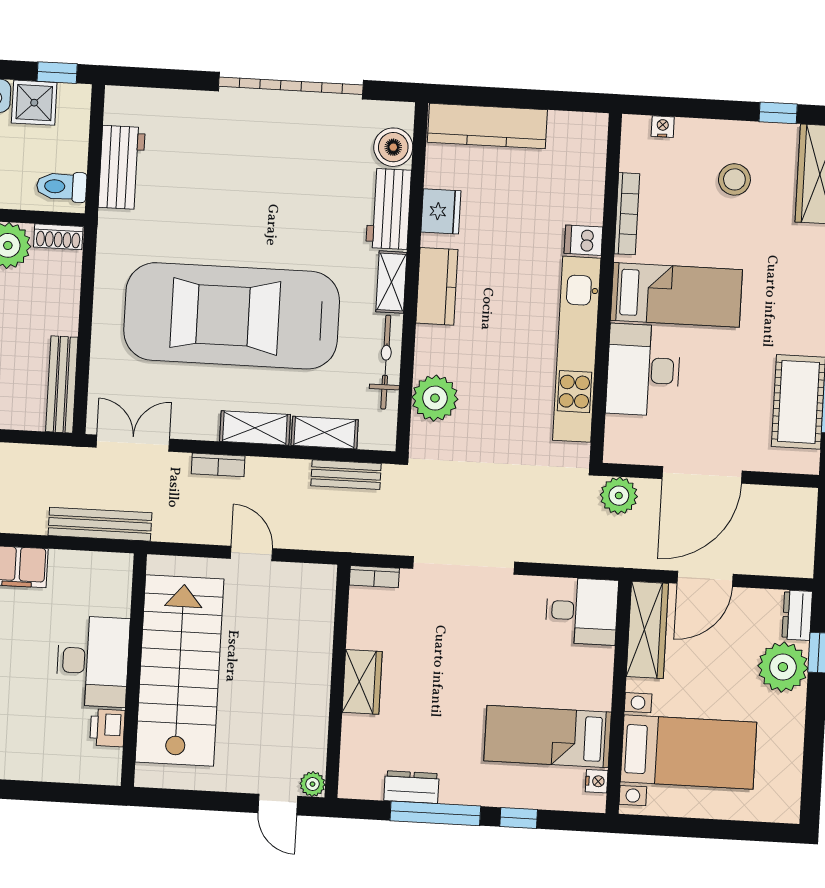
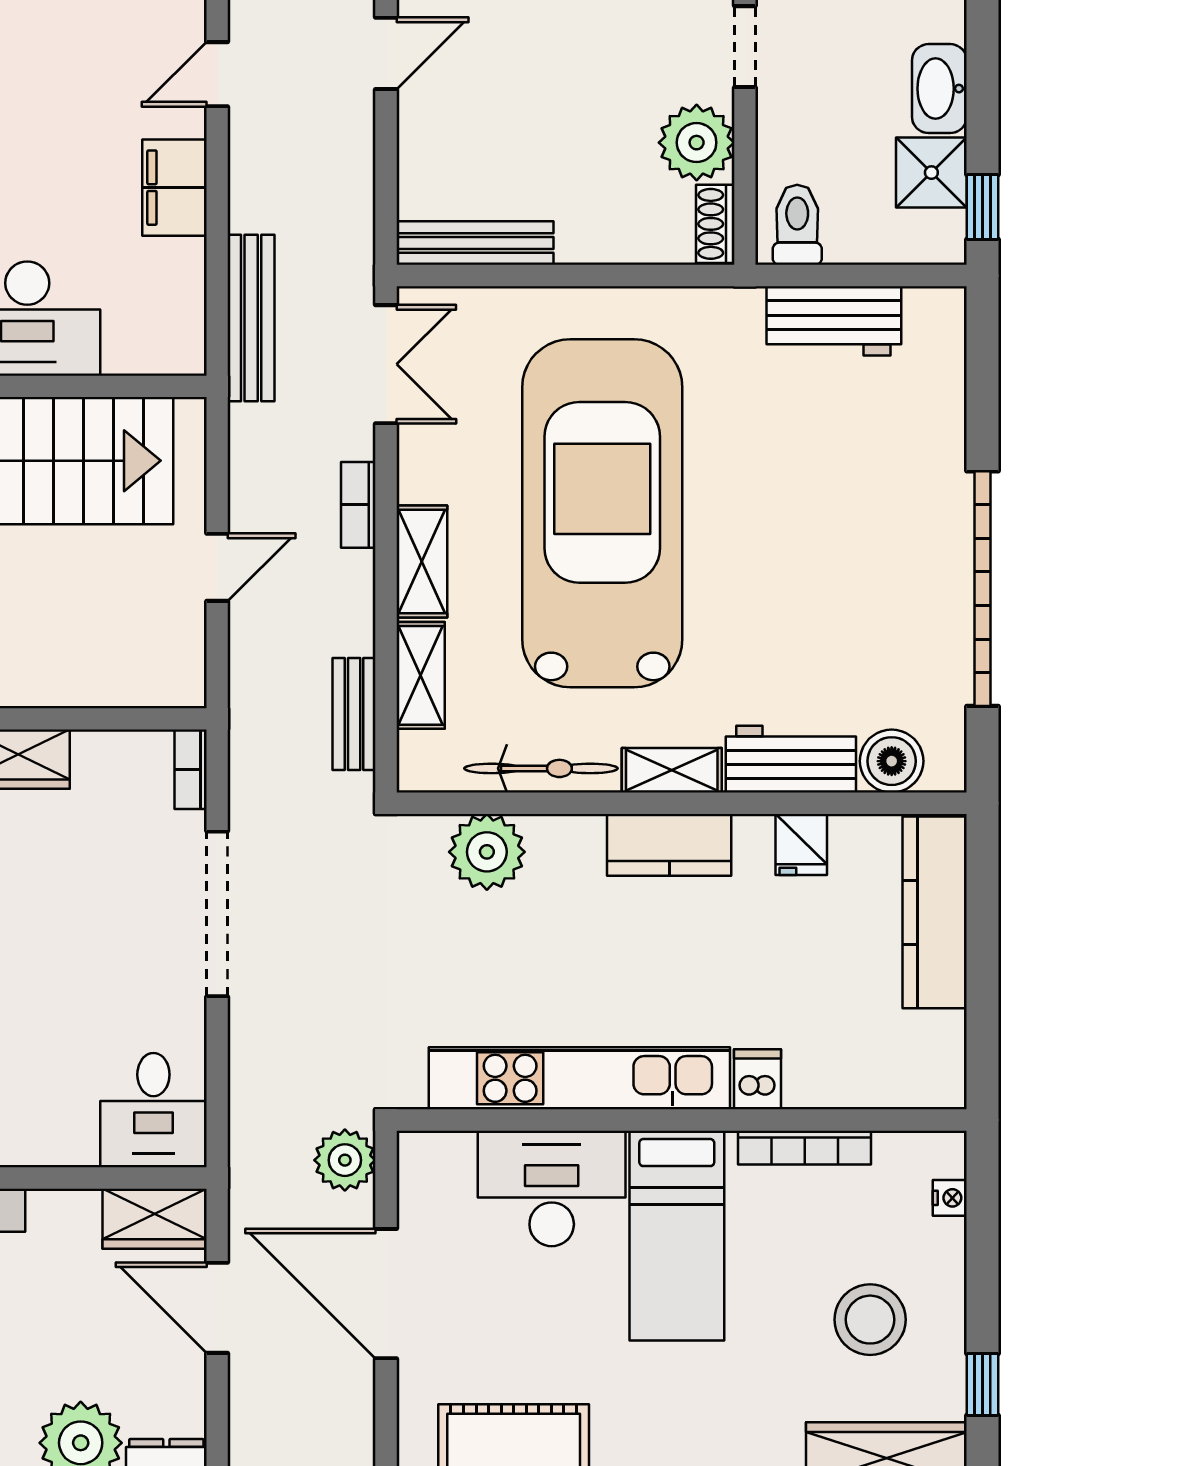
stool: (734, 179) -> (870, 1320), width x1.38, depth x1.38
fridge: (441, 211) -> (801, 844), width x0.72
wardrobe: (647, 630) -> (155, 1219), width x0.67

